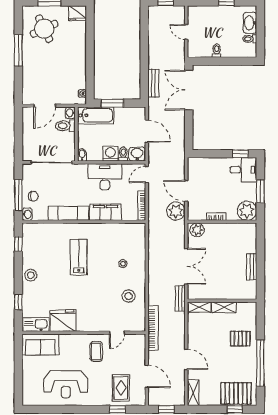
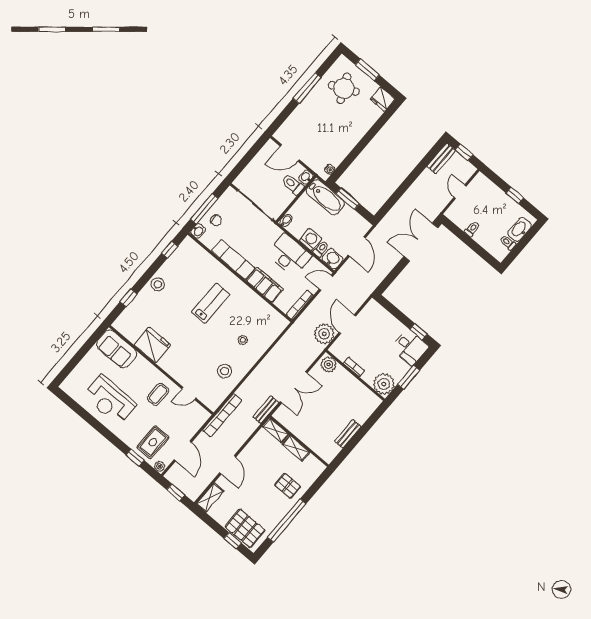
bench: (153, 83) -> (441, 158), moved
kitchen sink: (36, 325) -> (127, 329), removed
plant: (140, 401) -> (160, 466), added

